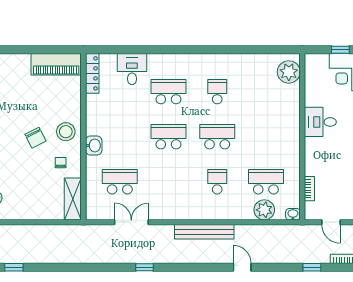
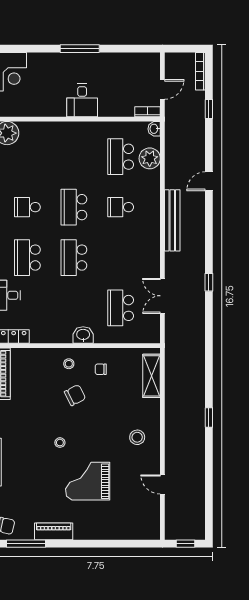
desk: (320, 122) -> (82, 100), moved
stool: (66, 132) -> (69, 364), width x0.53, depth x0.53
bookcase: (309, 189) -> (148, 112), moved
shelving: (73, 199) -> (152, 376), moved, turned 90

